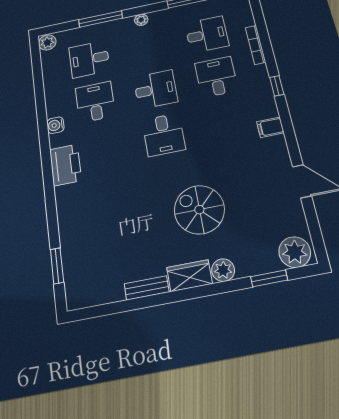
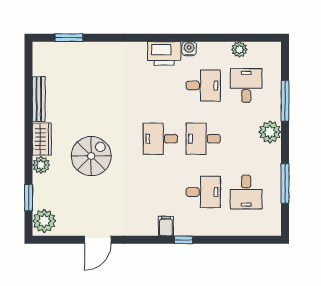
plant: (141, 20) -> (270, 132), width x1.88, depth x1.88
plant: (47, 42) -> (239, 49), moved
bookcase: (256, 45) -> (226, 231), removed
desk: (156, 89) -> (203, 139), turned 90
filing cabinet: (270, 127) -> (166, 226), moved
printer: (65, 165) -> (164, 53), moved
bench: (147, 288) -> (39, 99), width x1.36

